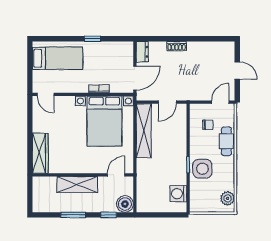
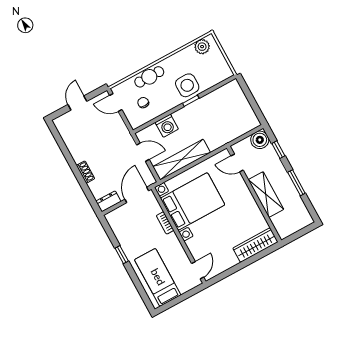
door: (135, 78) -> (137, 195), hinge flipped
washing machine: (178, 194) -> (167, 126), moved

